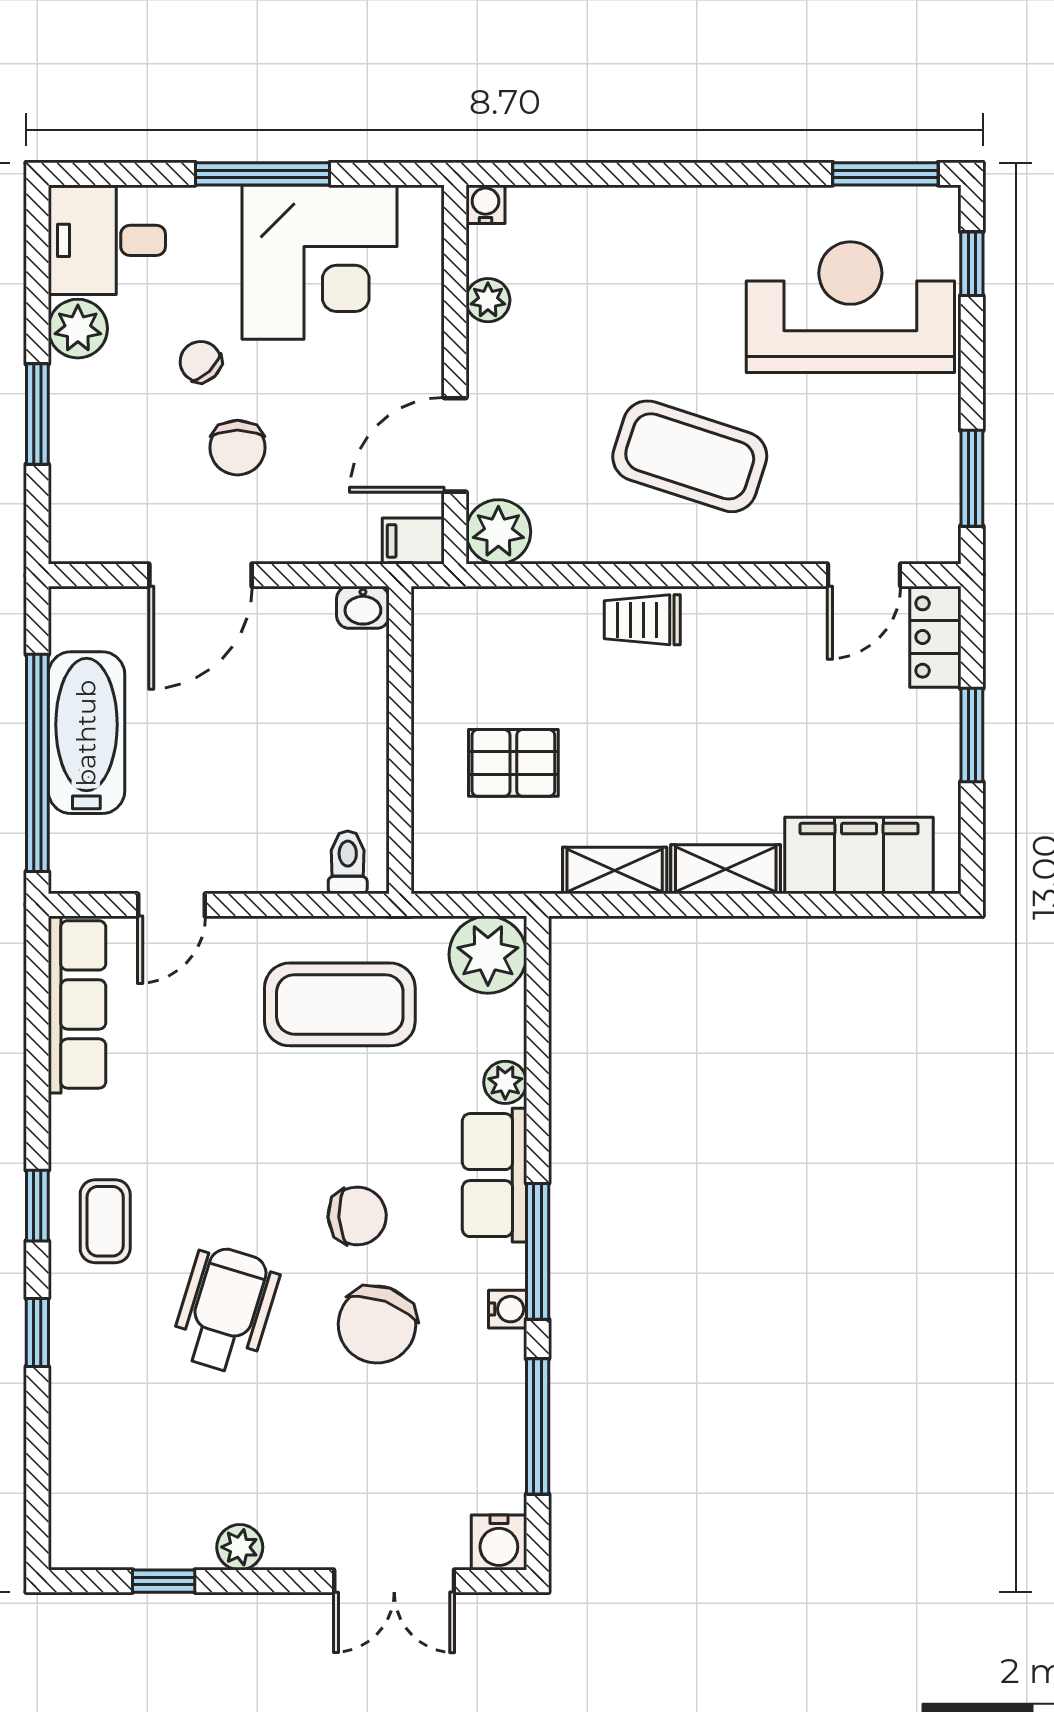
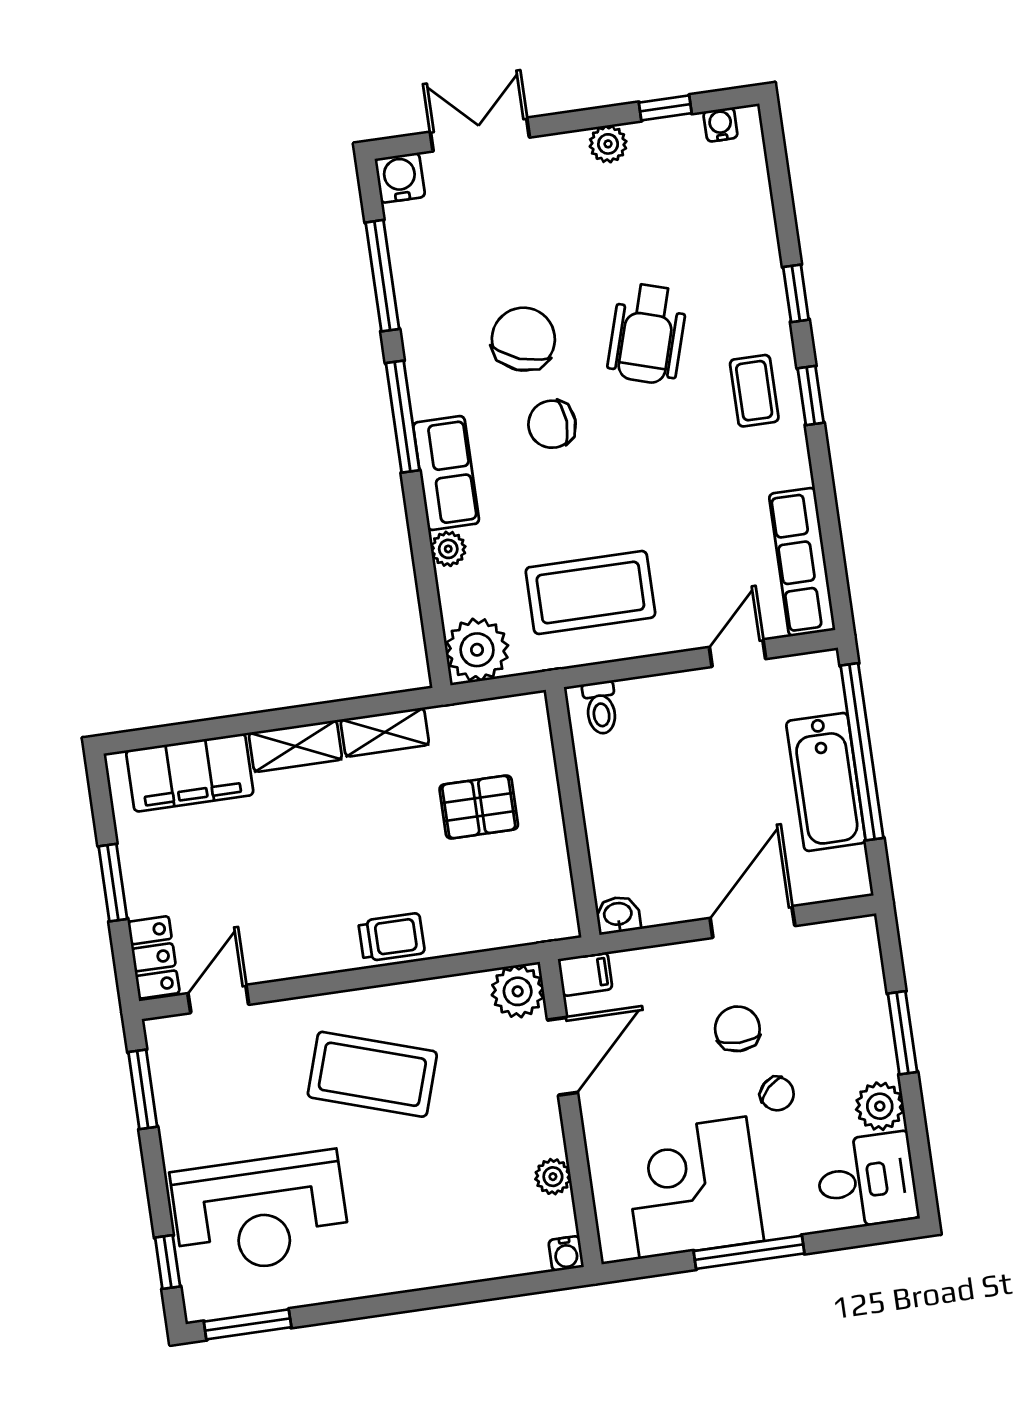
water cooler: (508, 1309) -> (720, 125), moved, turned 90

